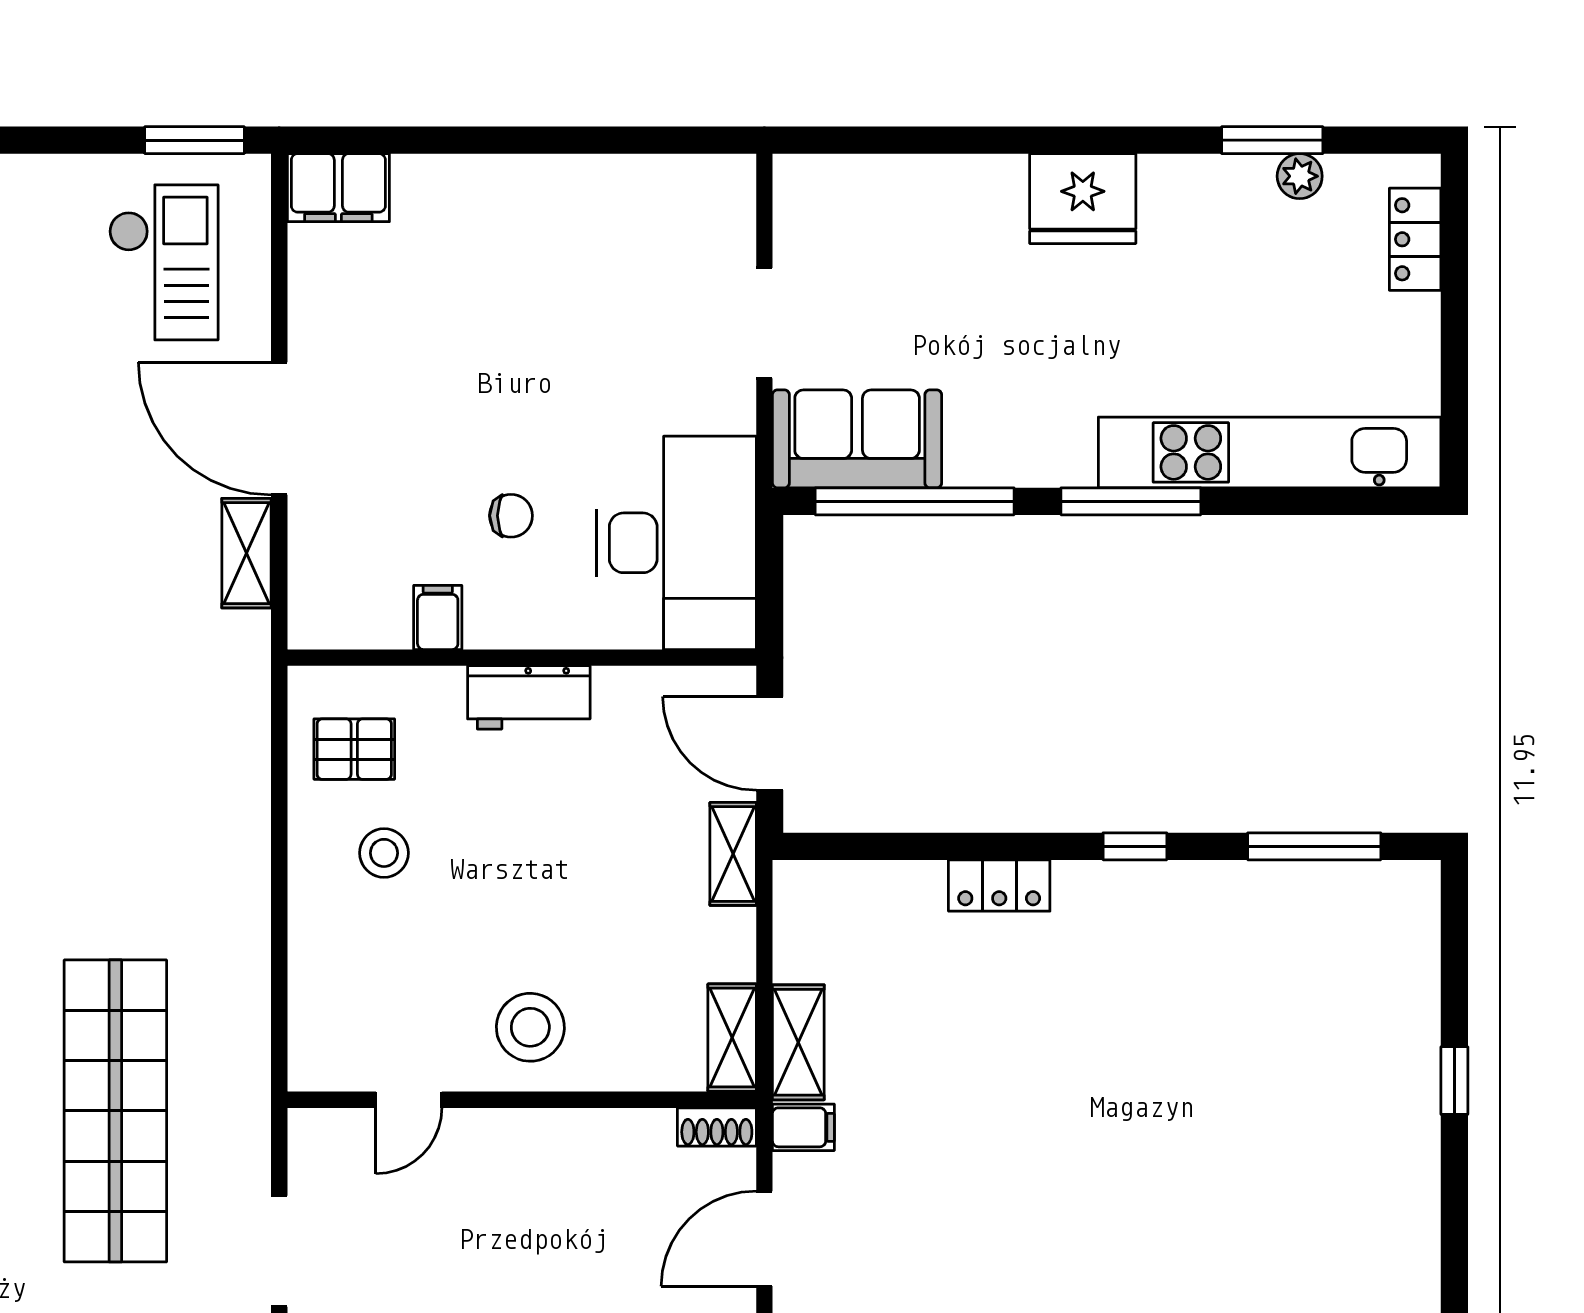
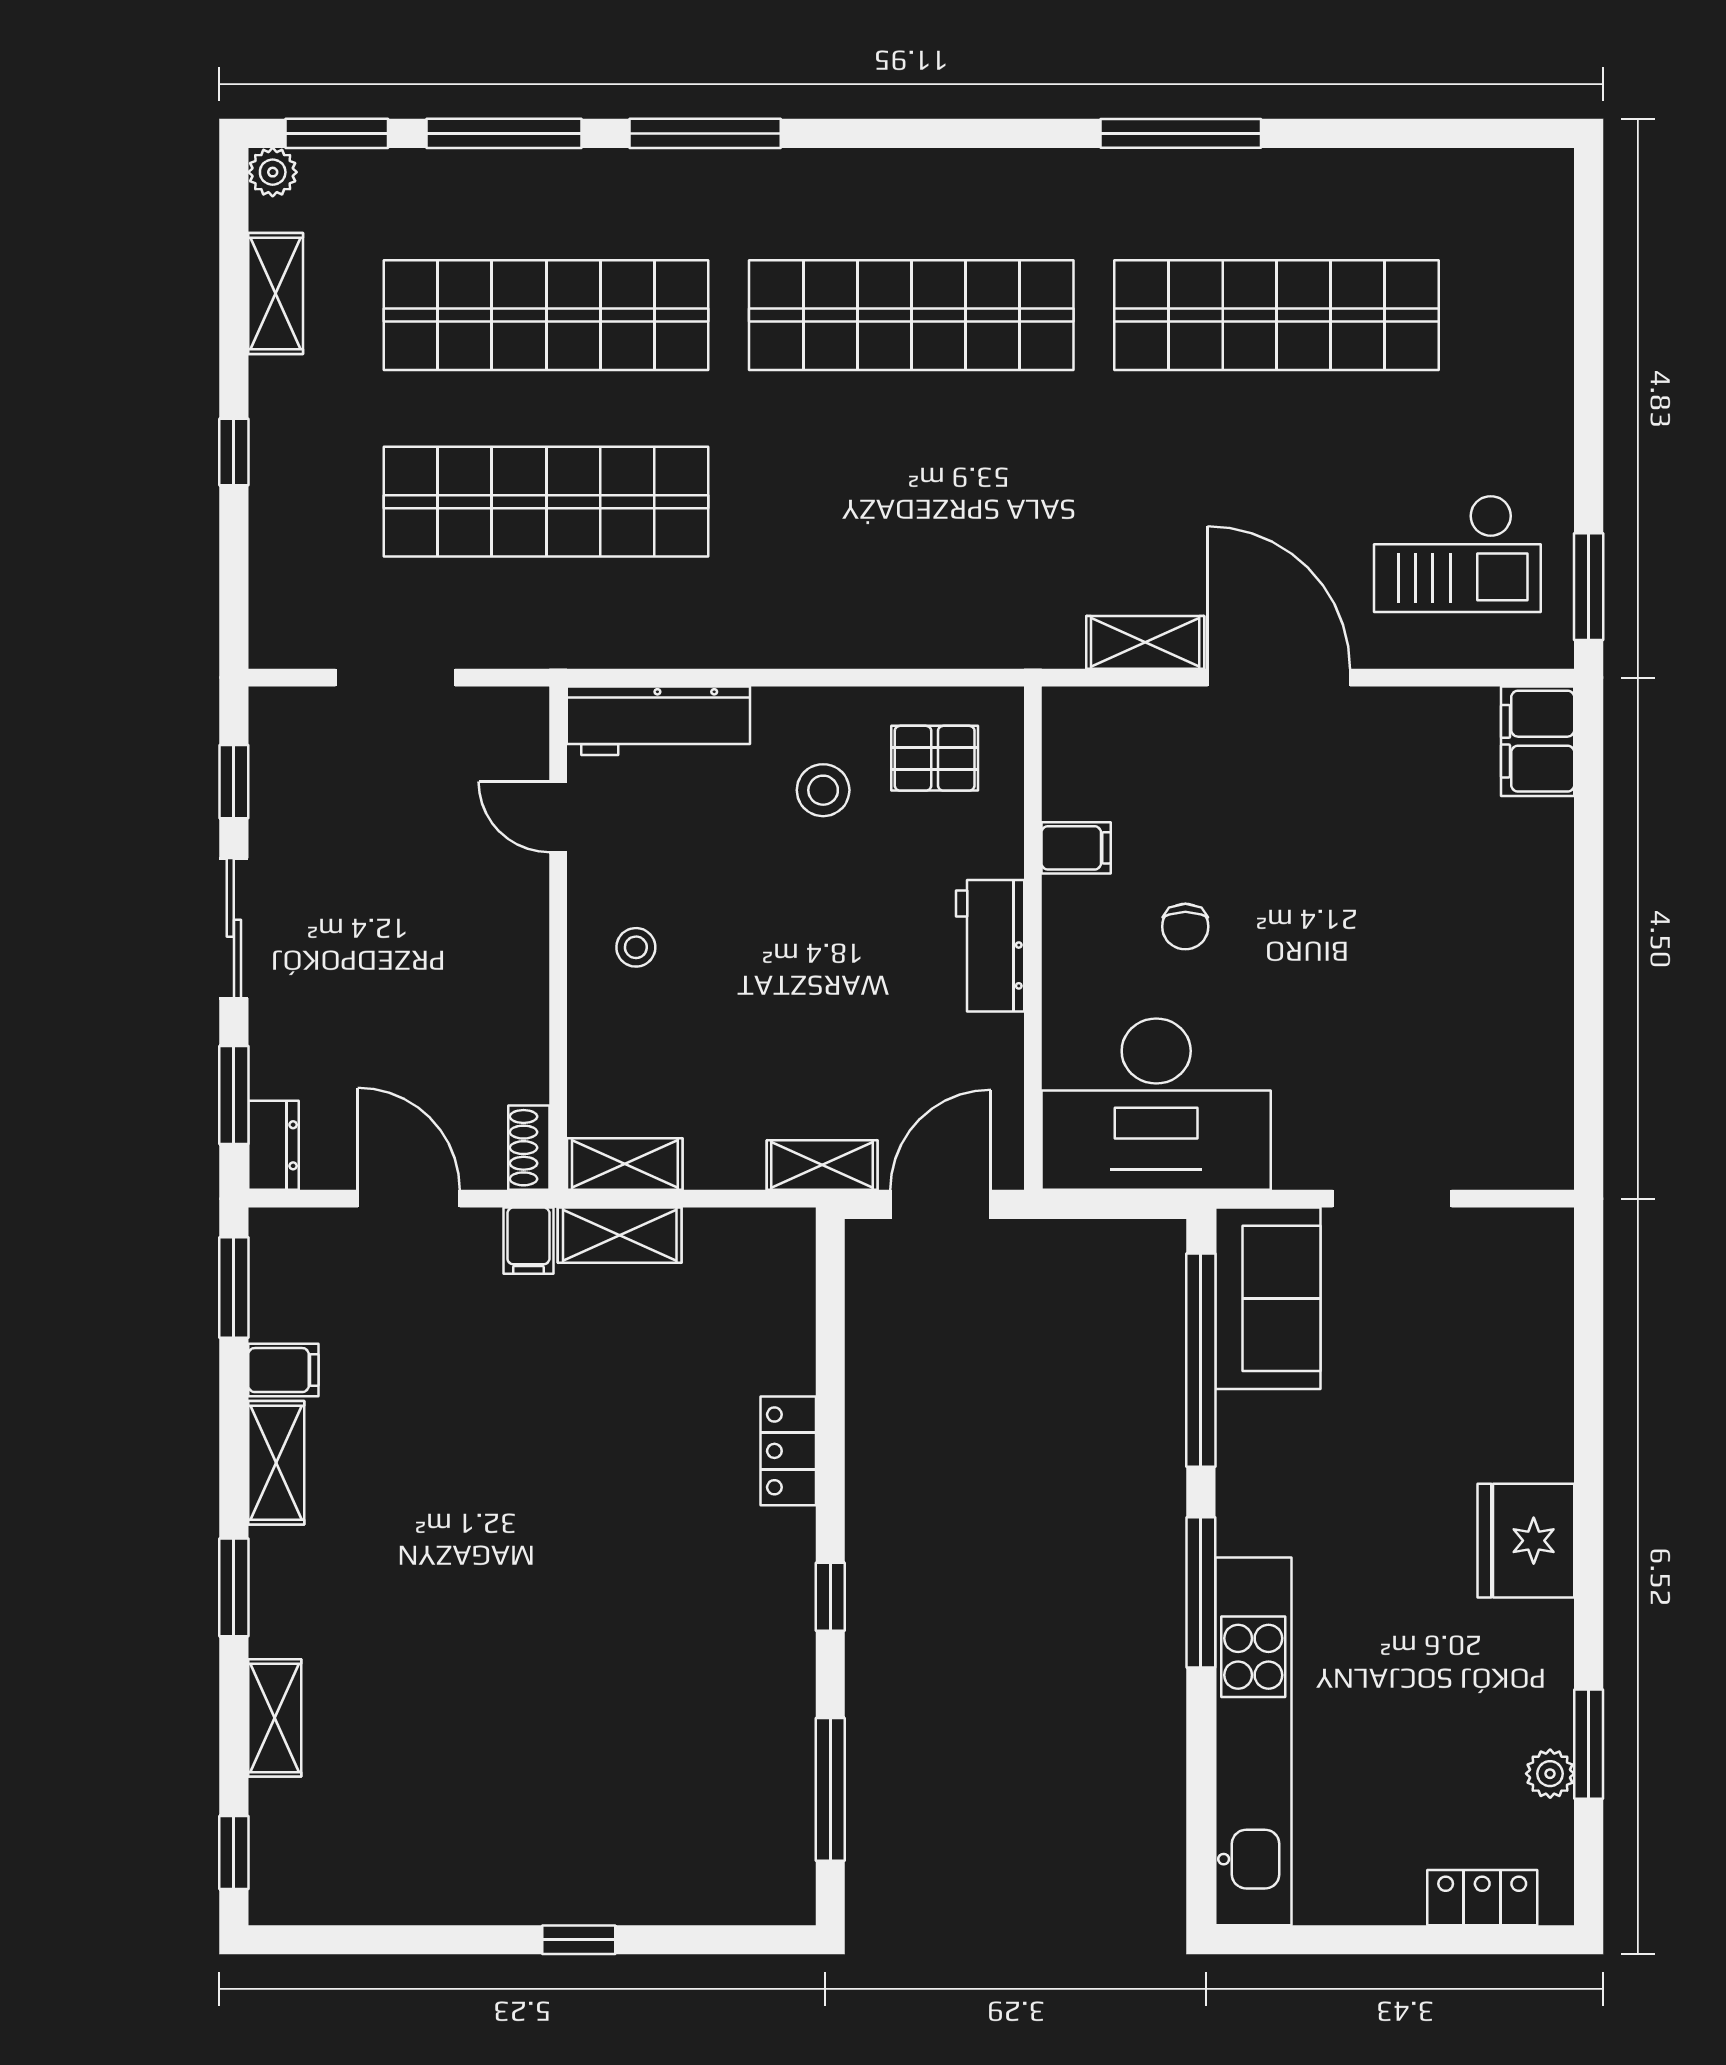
door: (279, 429) -> (1279, 678), hinge flipped
pallet: (354, 749) -> (935, 758), turned 90
workbench: (319, 1006) -> (658, 721), added
stool: (530, 1027) -> (636, 947), width x0.53, depth x0.53

